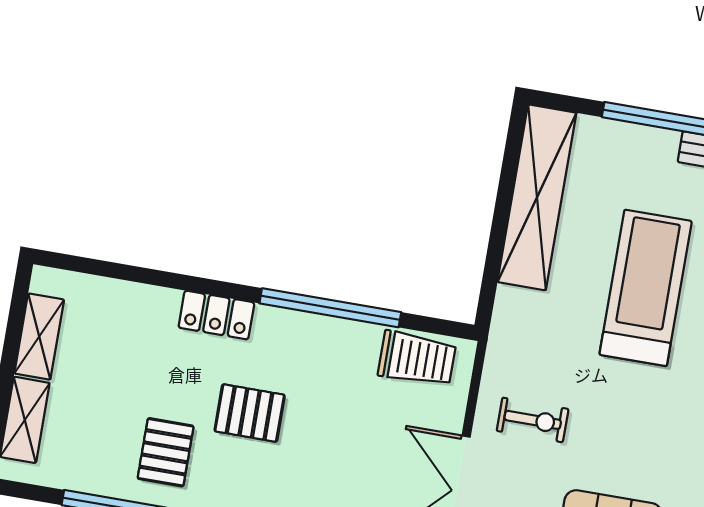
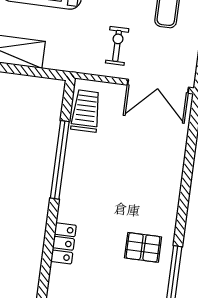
locker: (216, 315) -> (64, 243), moved
pallet: (250, 413) -> (120, 202), removed

